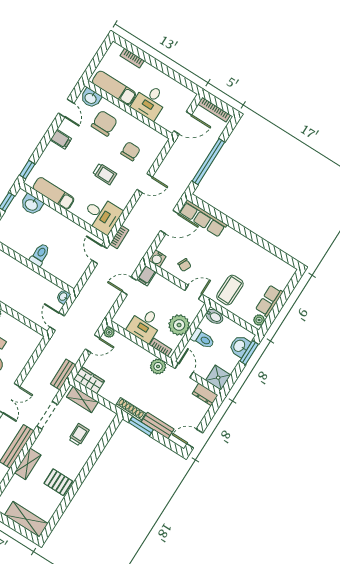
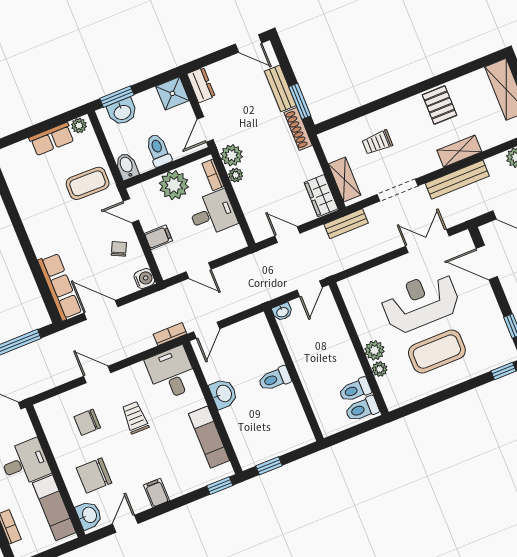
washbasin: (32, 205) -> (223, 394), moved
filing cabinet: (146, 276) -> (158, 237), moved
plant: (109, 332) -> (236, 175), moved

